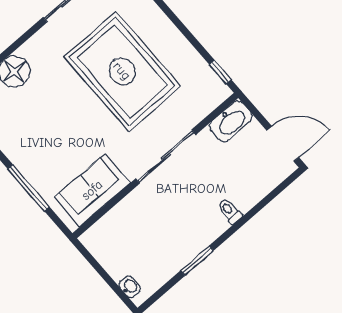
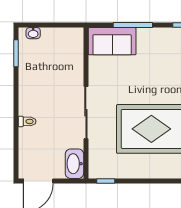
sofa: (92, 190) -> (112, 41), moved, turned 90
window: (197, 261) -> (16, 53), moved

